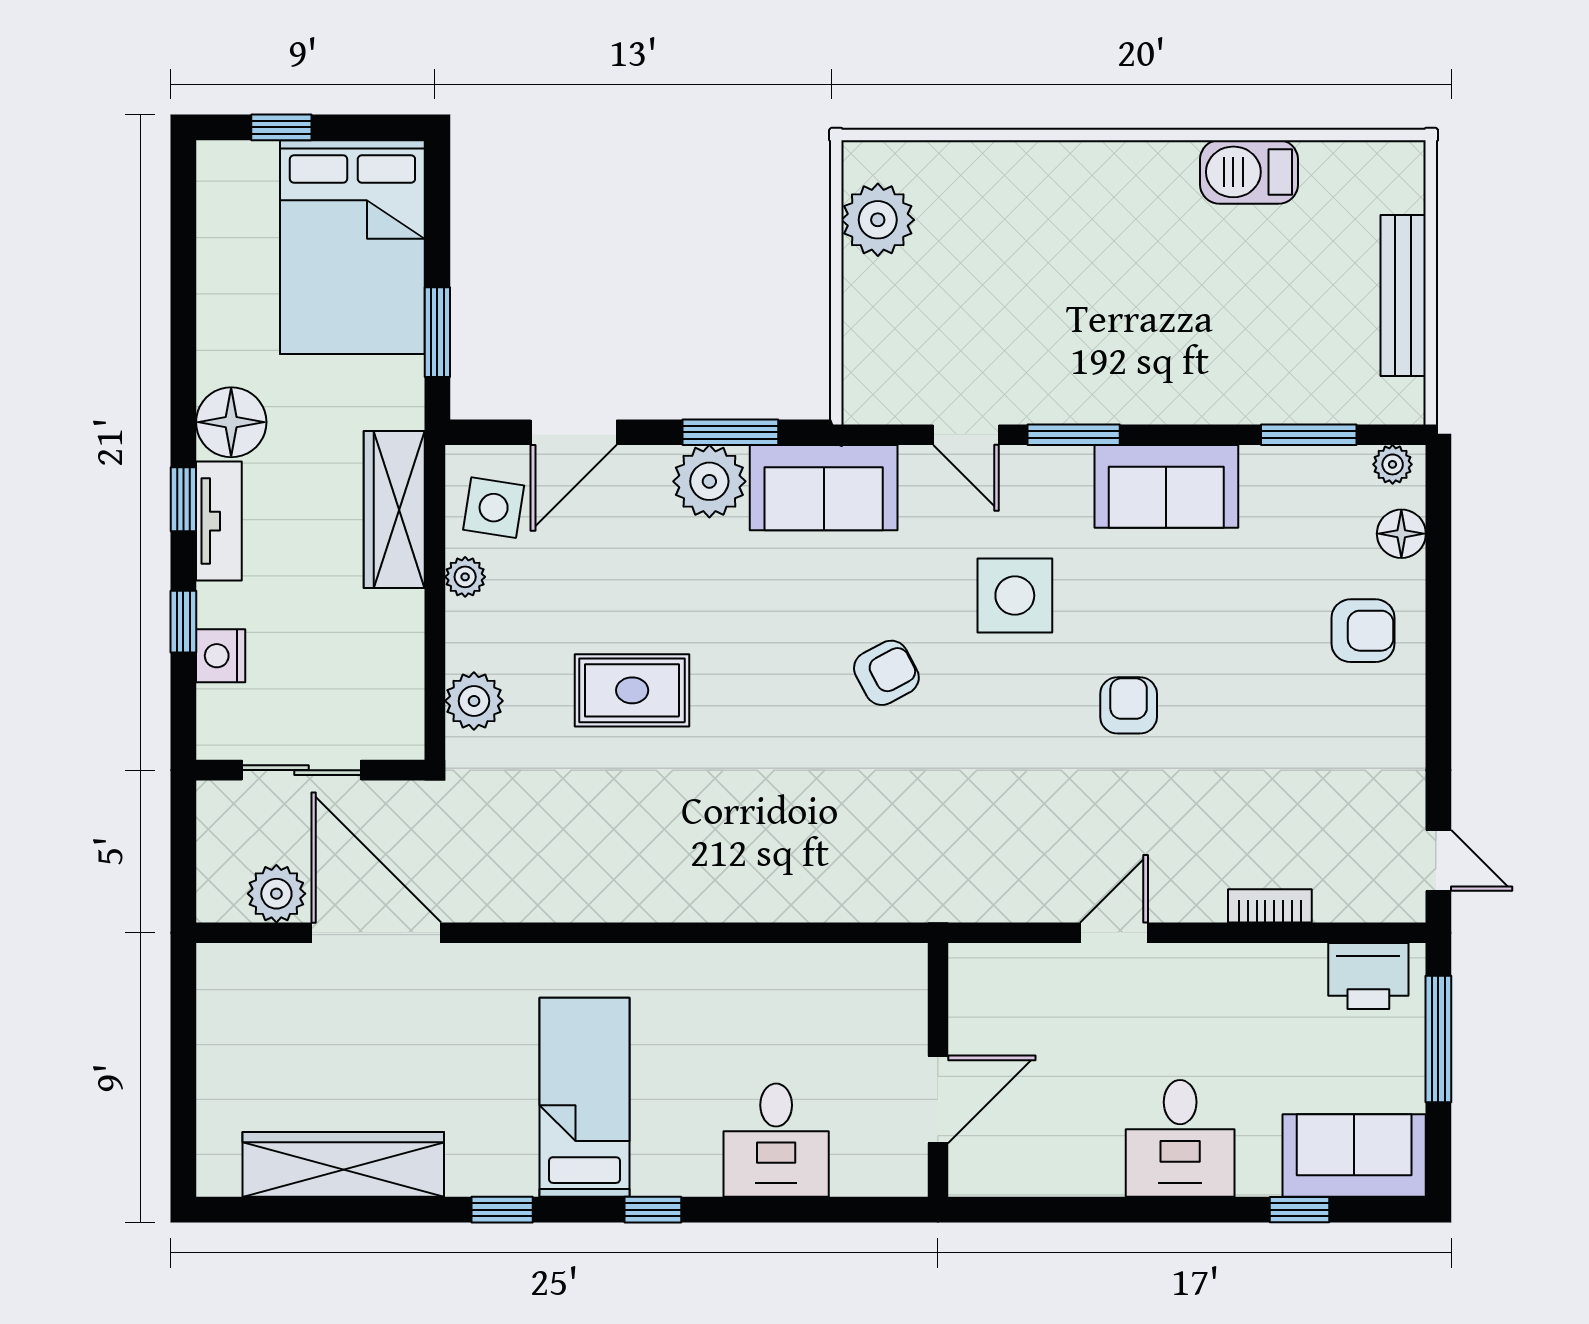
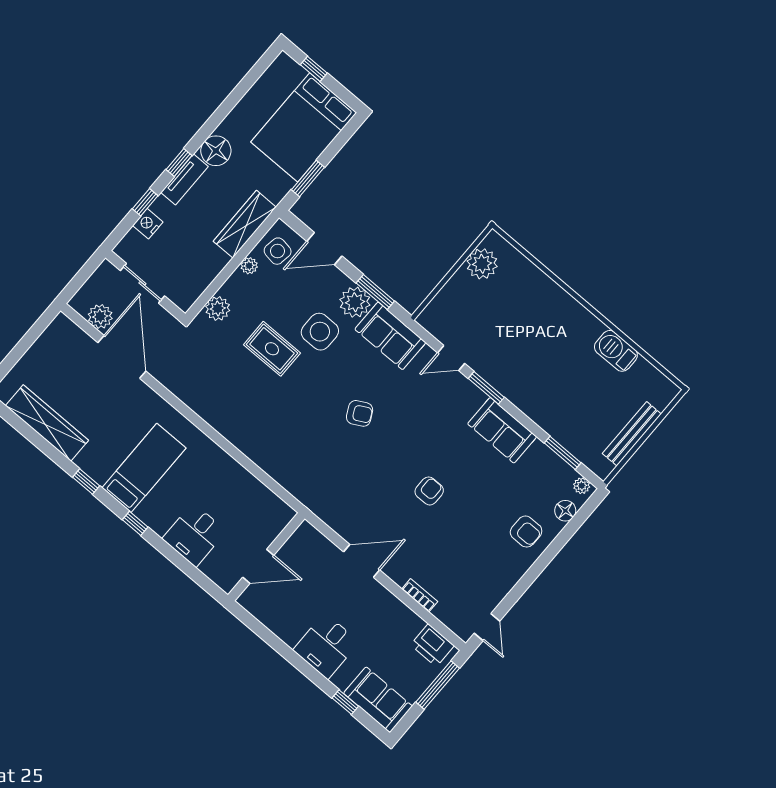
door: (966, 435) -> (451, 358), hinge flipped
side table: (1015, 596) -> (320, 332), moved
door: (1114, 933) -> (362, 561), width x1.38

